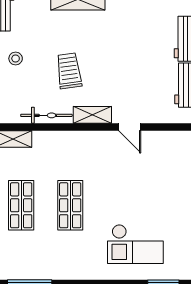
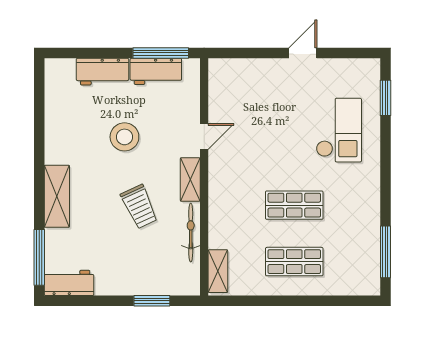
stool: (16, 59) -> (124, 137), moved, width x1.89, depth x1.89
trolley: (69, 71) -> (139, 207), turned -107

